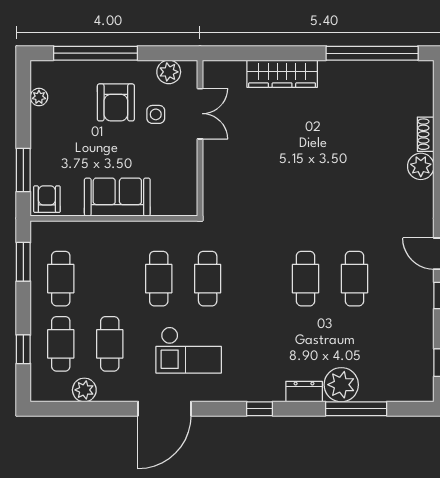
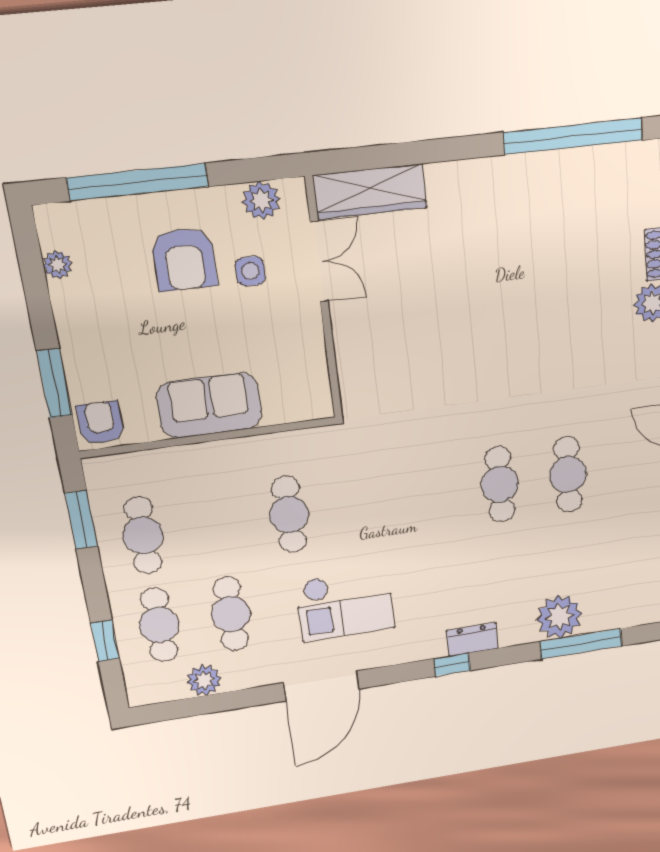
wardrobe: (282, 74) -> (370, 191), moved
cafe table: (208, 279) -> (360, 504), removed
dresser: (304, 392) -> (472, 640), moved

